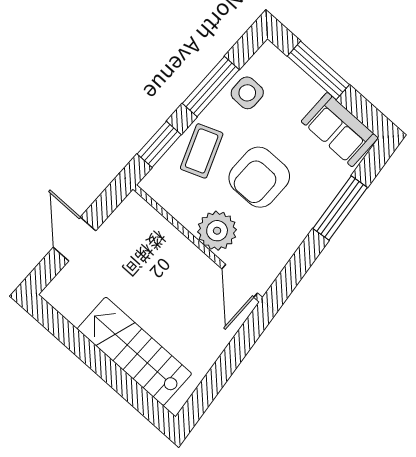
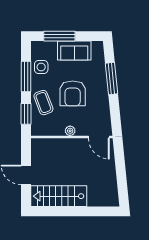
sofa: (340, 130) -> (74, 50), moved
plant: (217, 231) -> (70, 131), width x0.53, depth x0.53
stairs: (134, 351) -> (59, 196), moved

